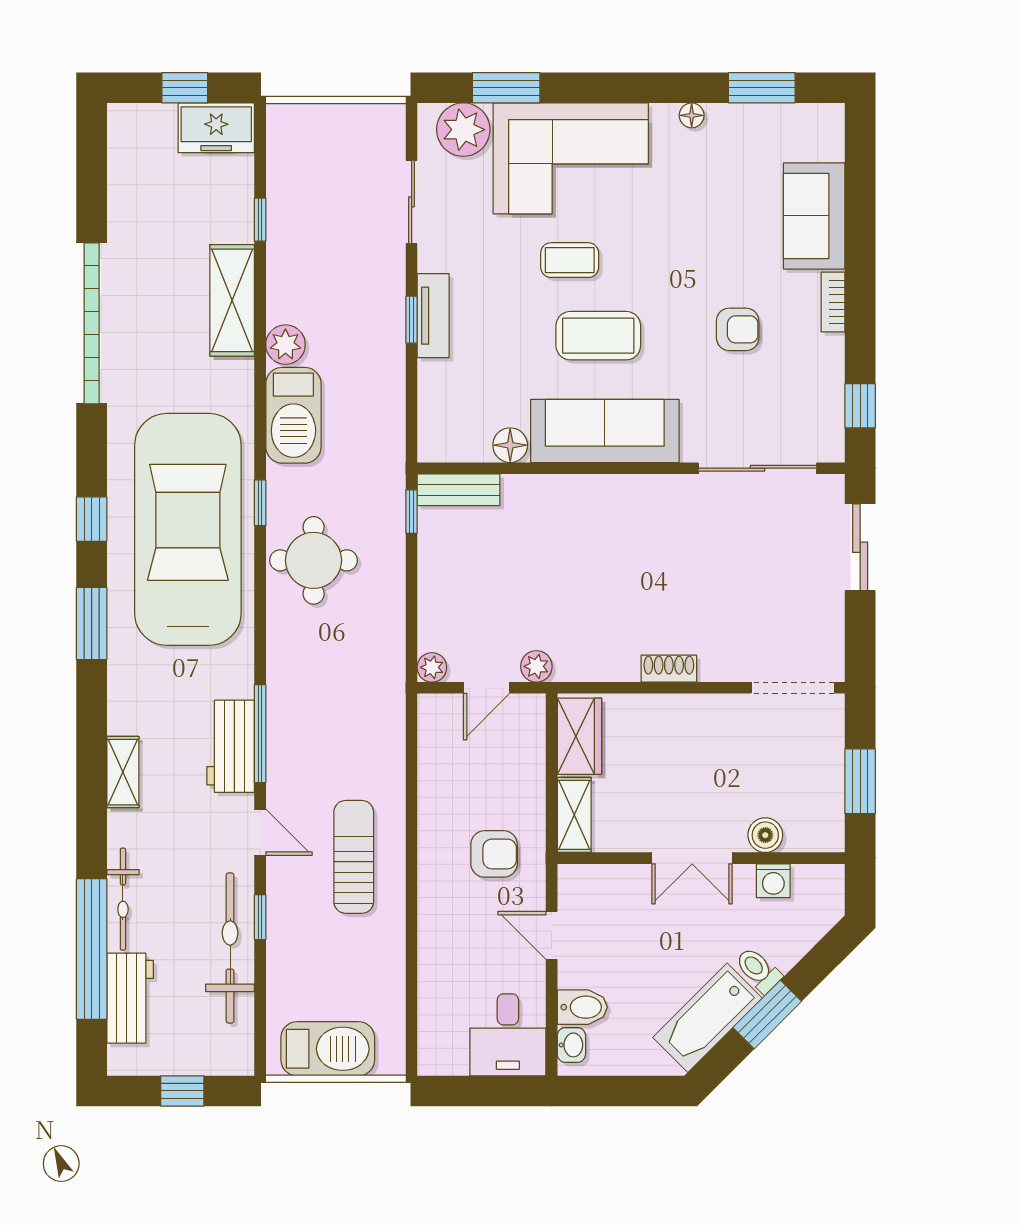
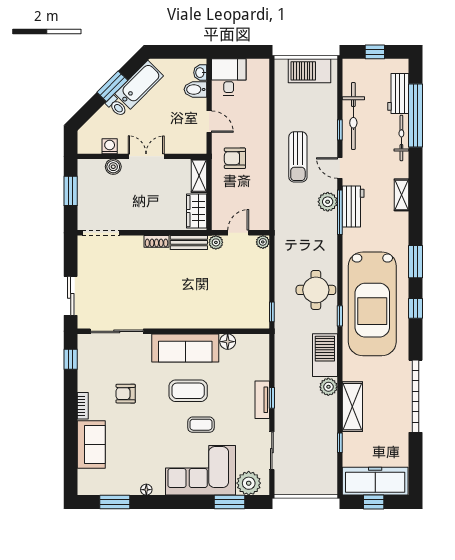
freezer: (216, 128) -> (375, 481), width x1.91, depth x1.26
bench: (459, 490) -> (189, 242), moved
plant: (287, 757) -> (328, 202), added

